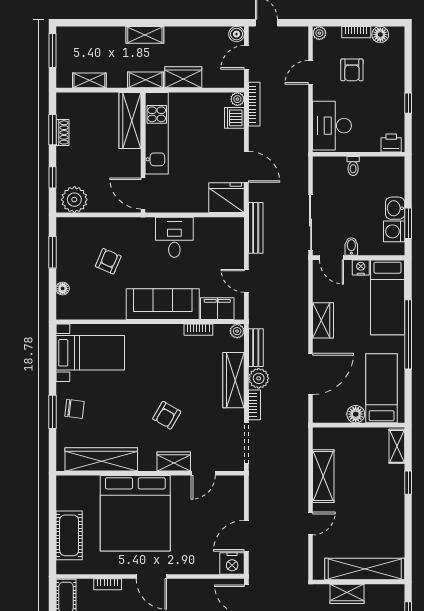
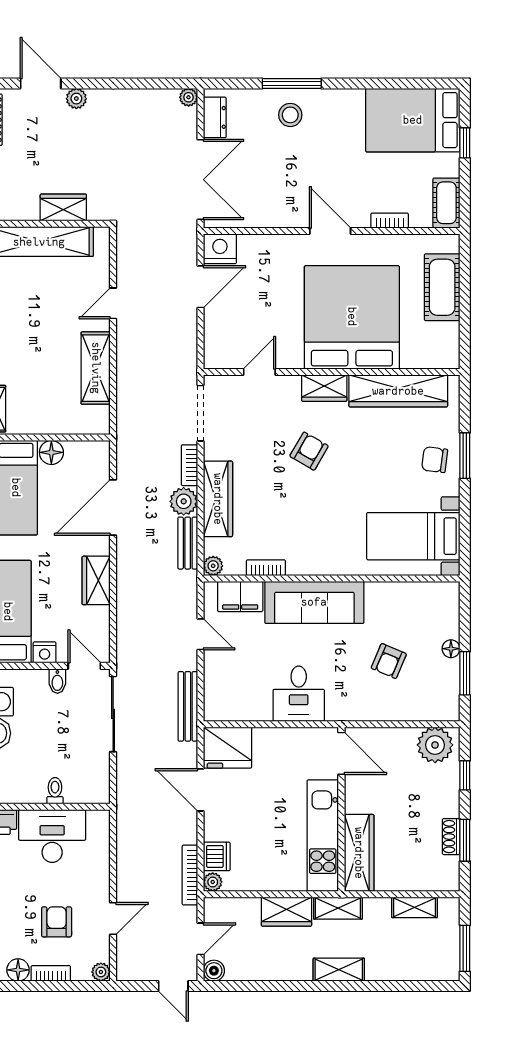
desk: (332, 126) -> (52, 836), moved, turned -90
floor lamp: (63, 288) -> (451, 649), moved
wardrobe: (174, 461) -> (324, 388), moved

